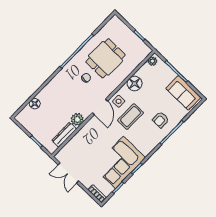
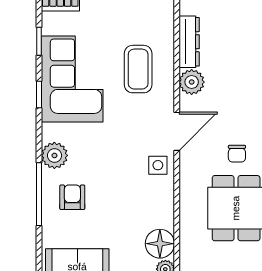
floor lamp: (134, 84) -> (160, 244), moved
door: (100, 107) -> (177, 131), swing flipped
coffee table: (131, 117) -> (138, 69), moved
plant: (153, 141) -> (54, 155), added

